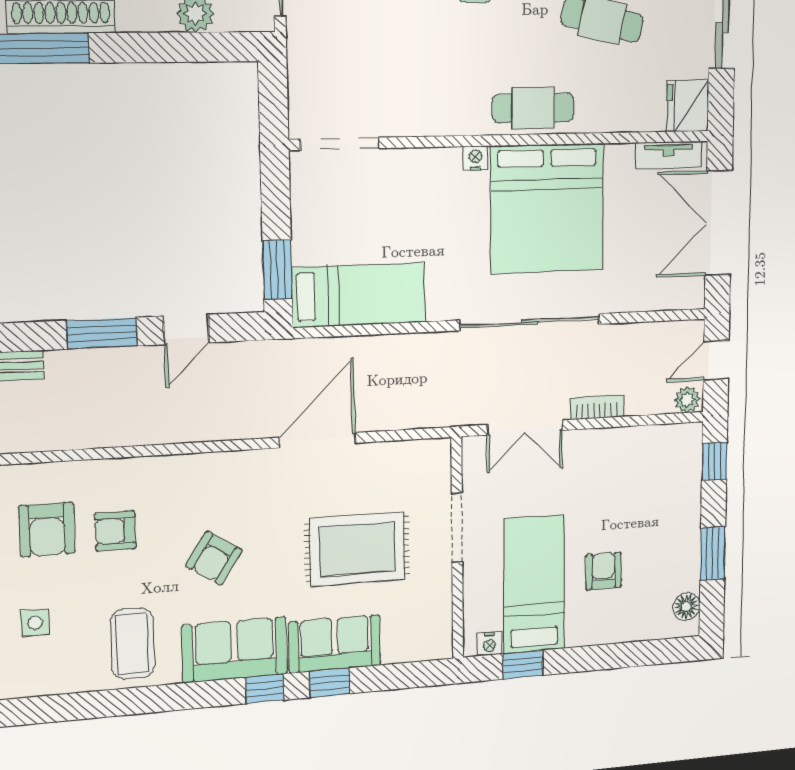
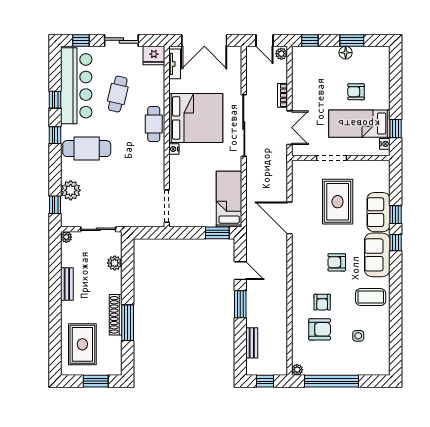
armchair: (214, 558) -> (337, 262), turned 147
floor lamp: (686, 607) -> (346, 53), moved

